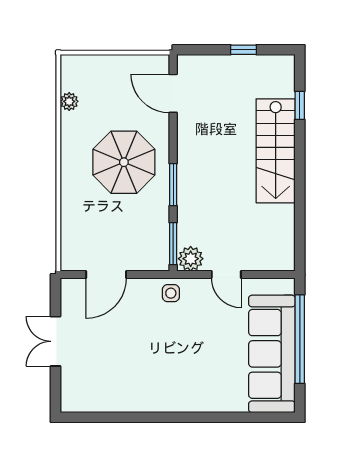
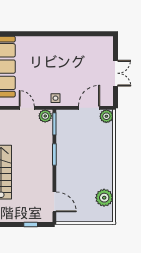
window: (244, 50) -> (31, 225), moved
plant: (69, 101) -> (104, 198), width x1.88, depth x1.88
parasol: (124, 162) -> (80, 166), removed
plant: (73, 258) -> (106, 116), added

